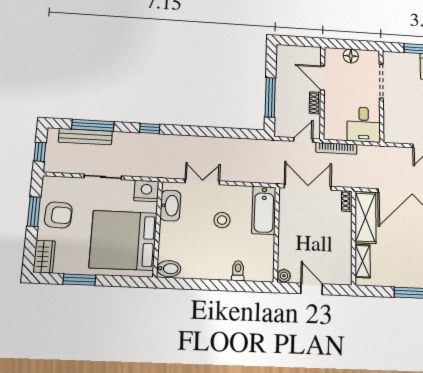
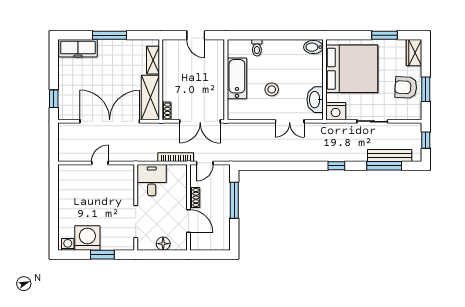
bathtub: (264, 210) -> (237, 78), moved
plant: (284, 276) -> (219, 45), removed

